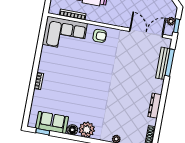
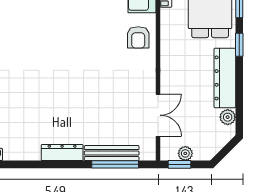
double door: (146, 33) -> (158, 115), width x0.73
dresser: (155, 106) -> (62, 153), moved

